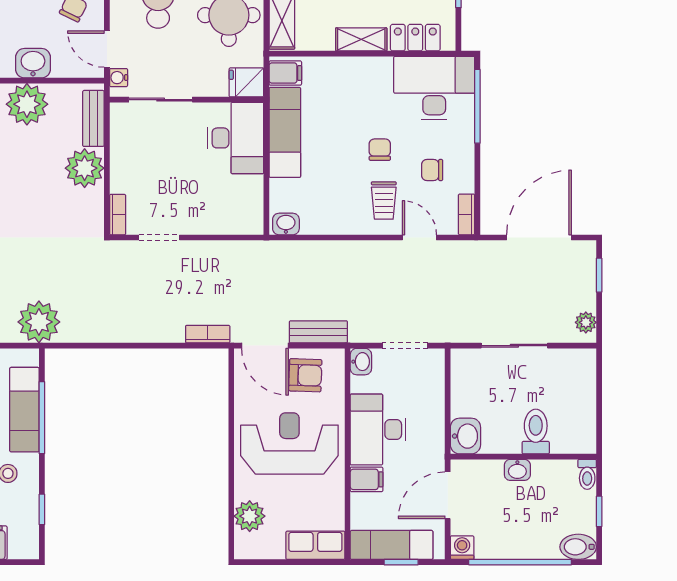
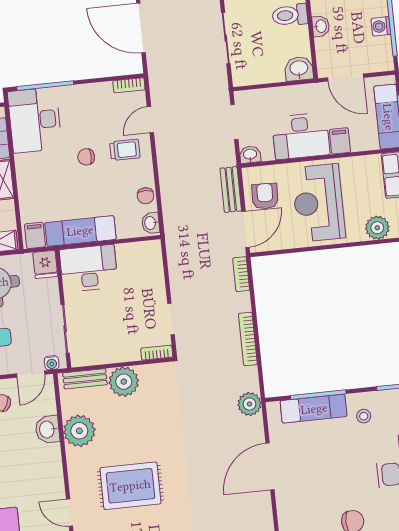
chair: (432, 170) -> (146, 196), moved
plant: (39, 322) -> (249, 404), width x0.73, depth x0.73
bookcase: (123, 334) -> (248, 339), added
washing machine: (462, 548) -> (381, 26), moved

